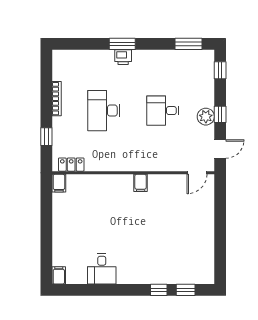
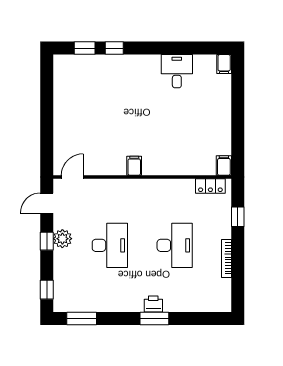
desk: (163, 111) -> (110, 245), width x1.37

